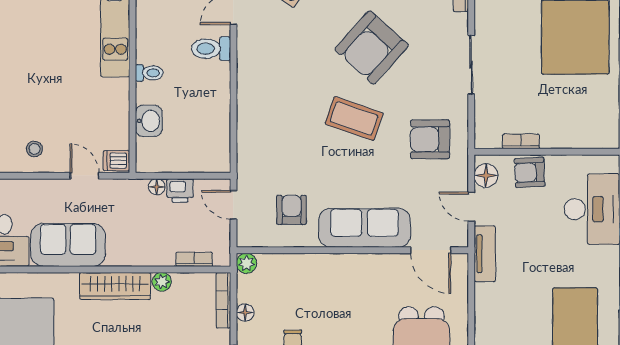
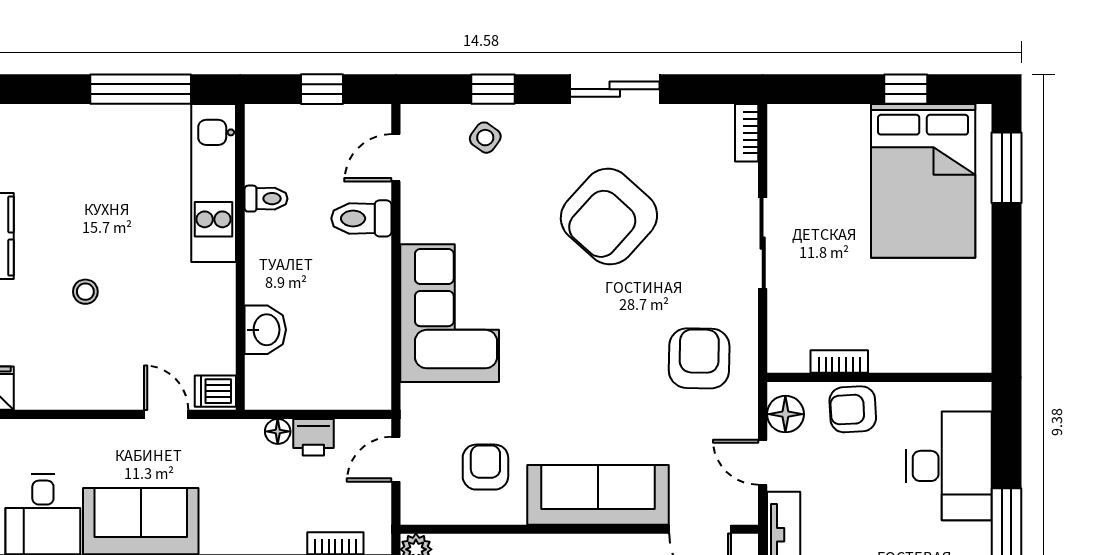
toilet: (149, 73) -> (266, 199), moved
corner sofa: (268, 110) -> (450, 313), added
coffee table: (354, 119) -> (582, 326), removed
armchair: (430, 139) -> (699, 358), turned 91
stool: (34, 149) -> (85, 292), moved
door: (233, 205) -> (396, 459), hinge flipped

